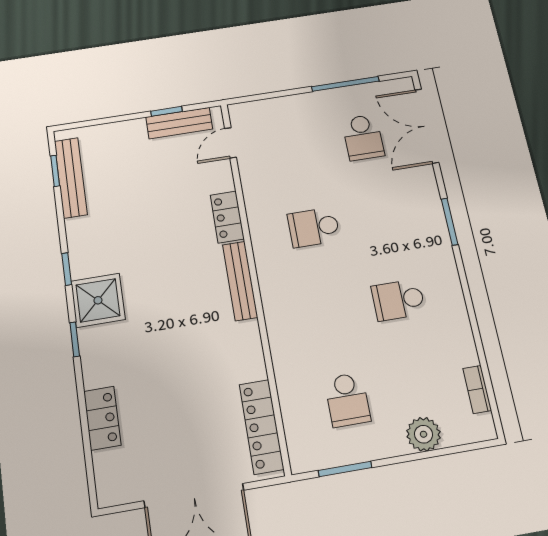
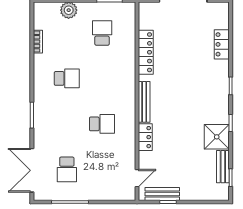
double door: (427, 126) -> (32, 170), swing flipped
school desk: (363, 137) -> (67, 169), turned 180
bench: (71, 178) -> (223, 167), width x0.73
shower: (98, 300) -> (217, 137), moved
bookcase: (477, 389) -> (38, 42), moved
locker: (261, 426) -> (146, 52), moved

